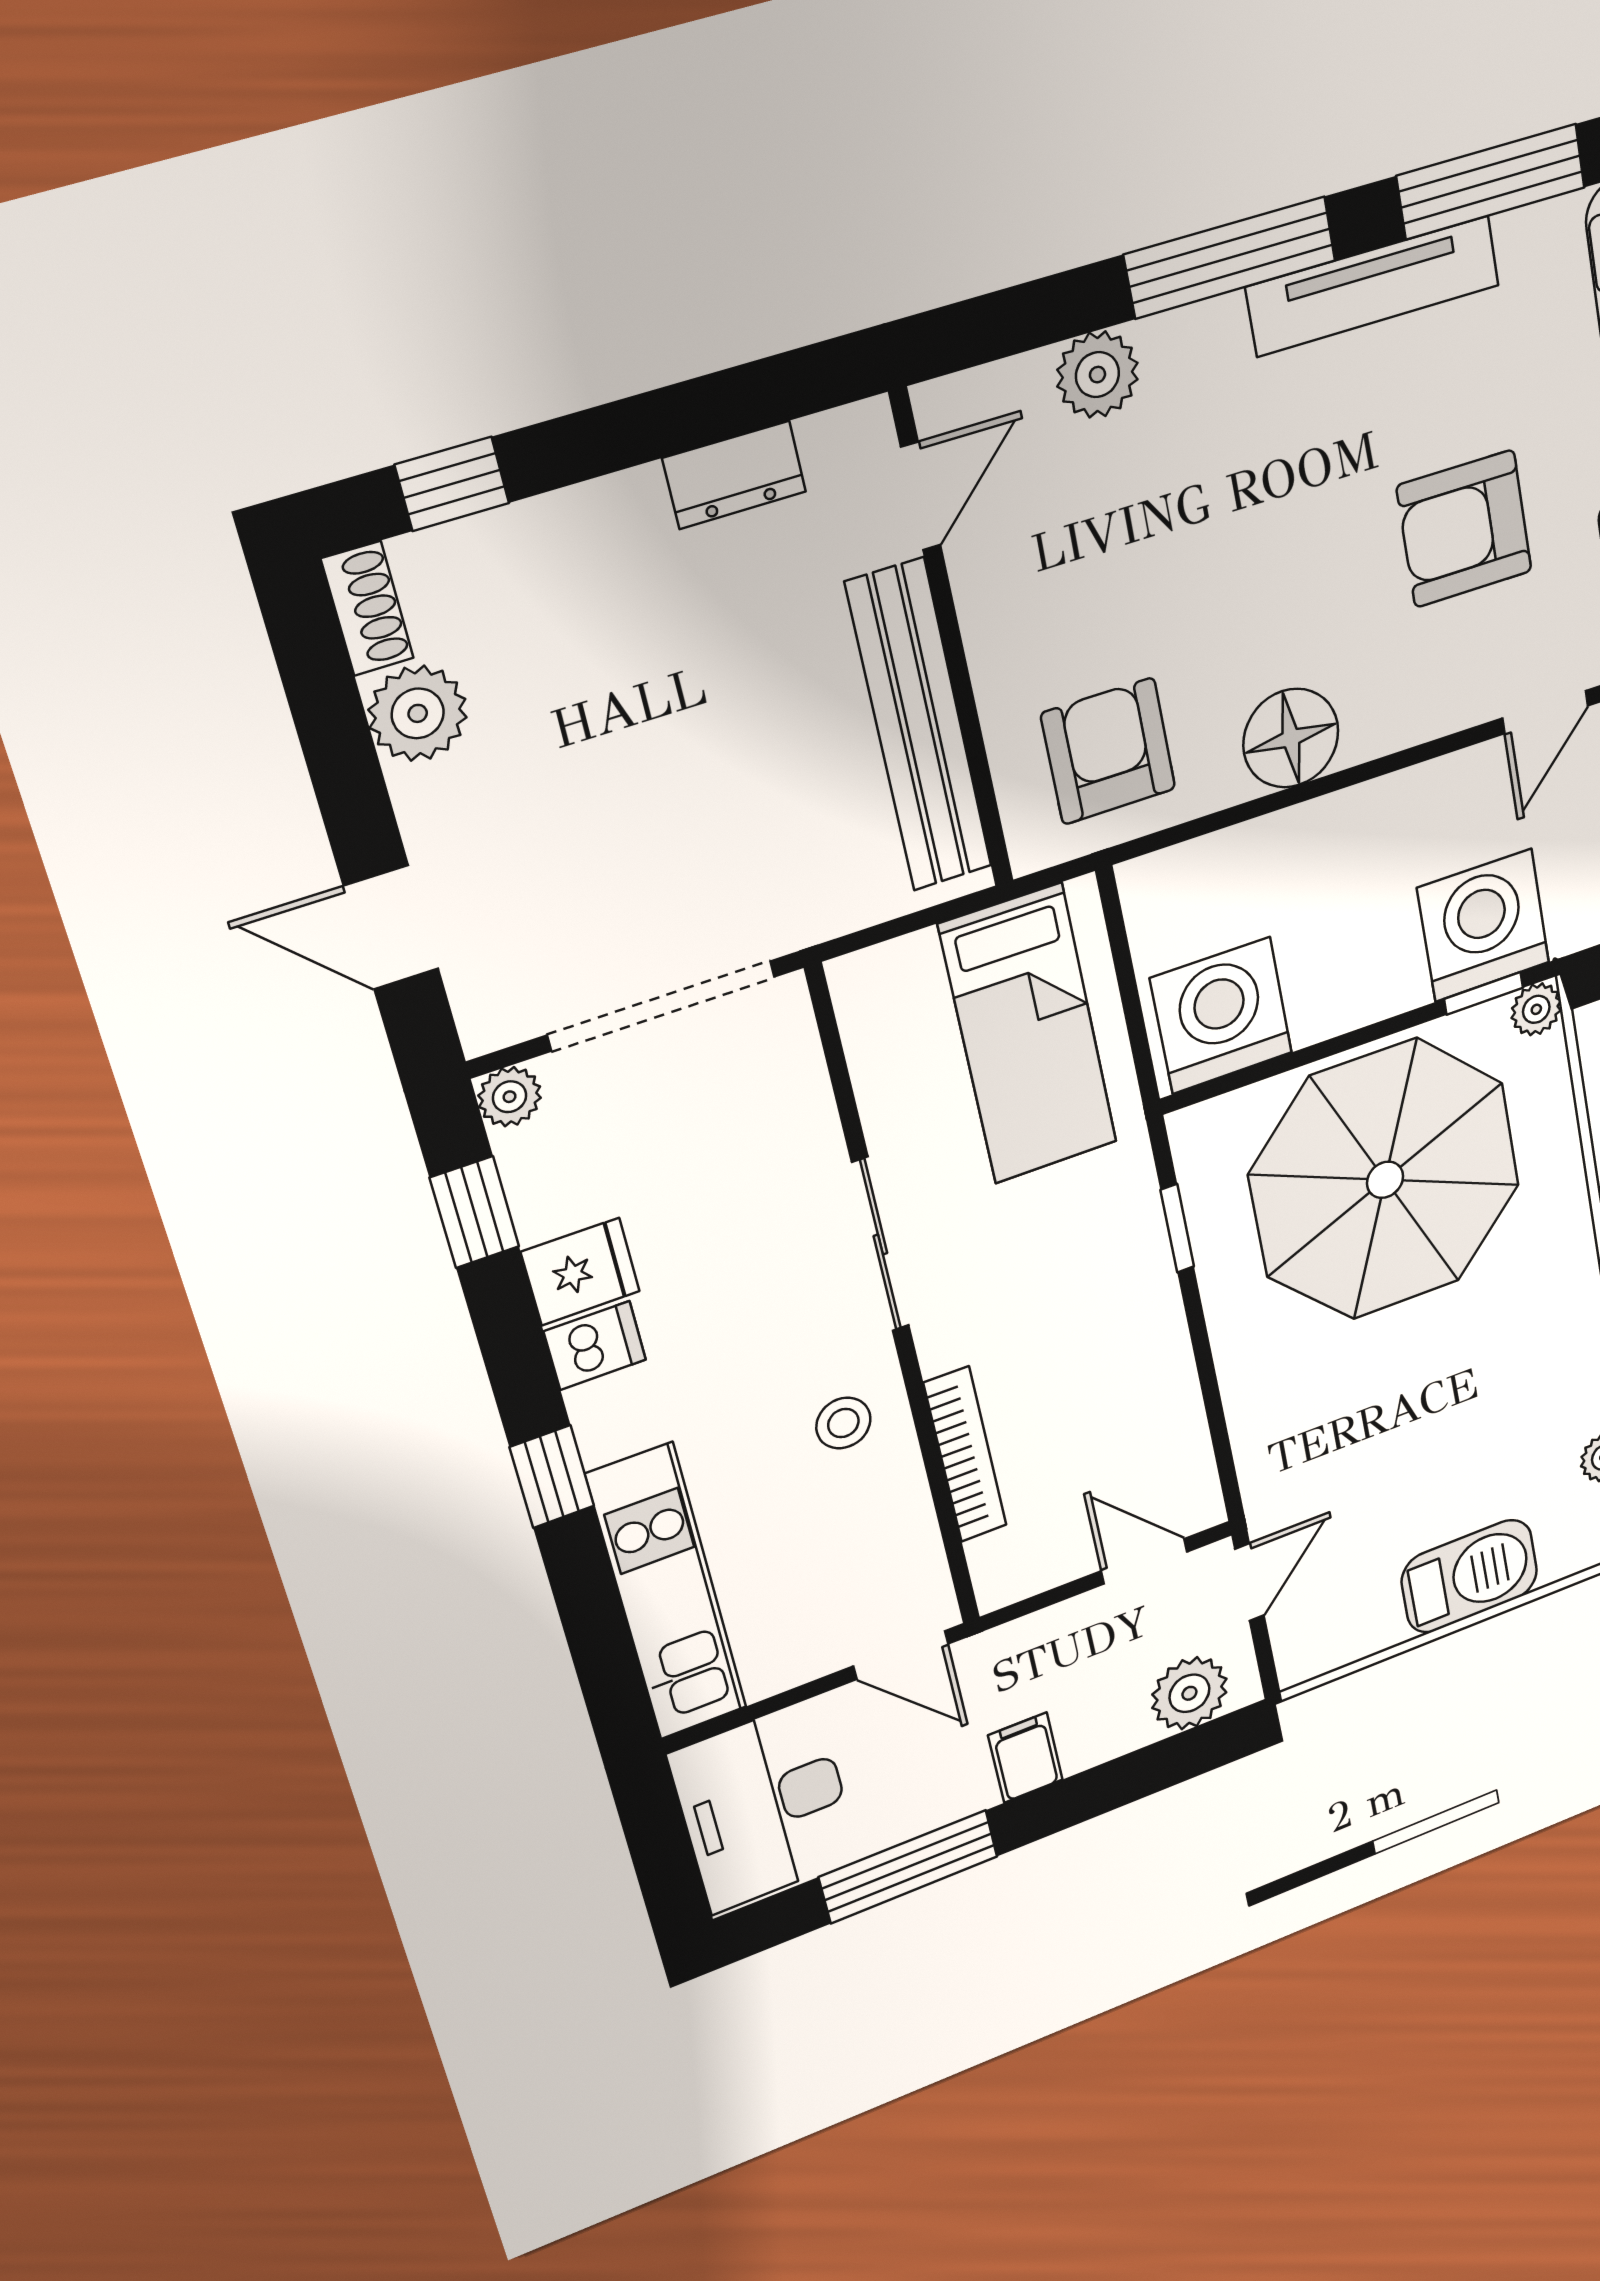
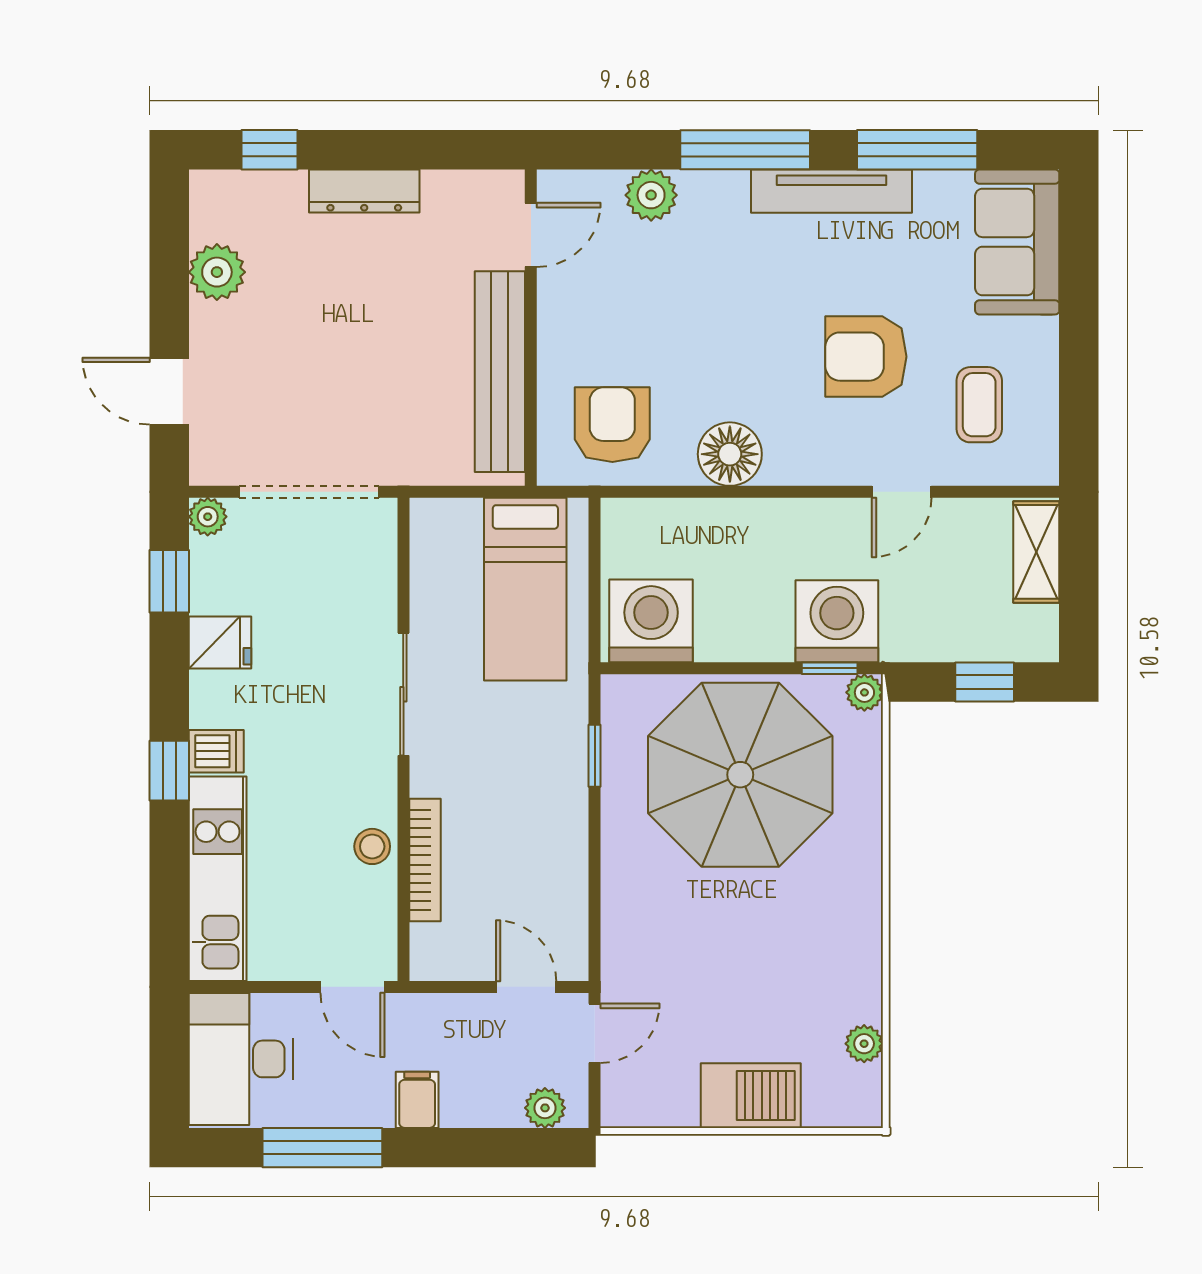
dresser: (734, 475) -> (364, 191), moved, width x1.44
shoe rack: (367, 609) -> (206, 205), removed
dishwasher: (595, 1345) -> (216, 751), moved
stool: (843, 1423) -> (372, 846), moved
plant: (1189, 1693) -> (545, 1108), width x0.73, depth x0.73

